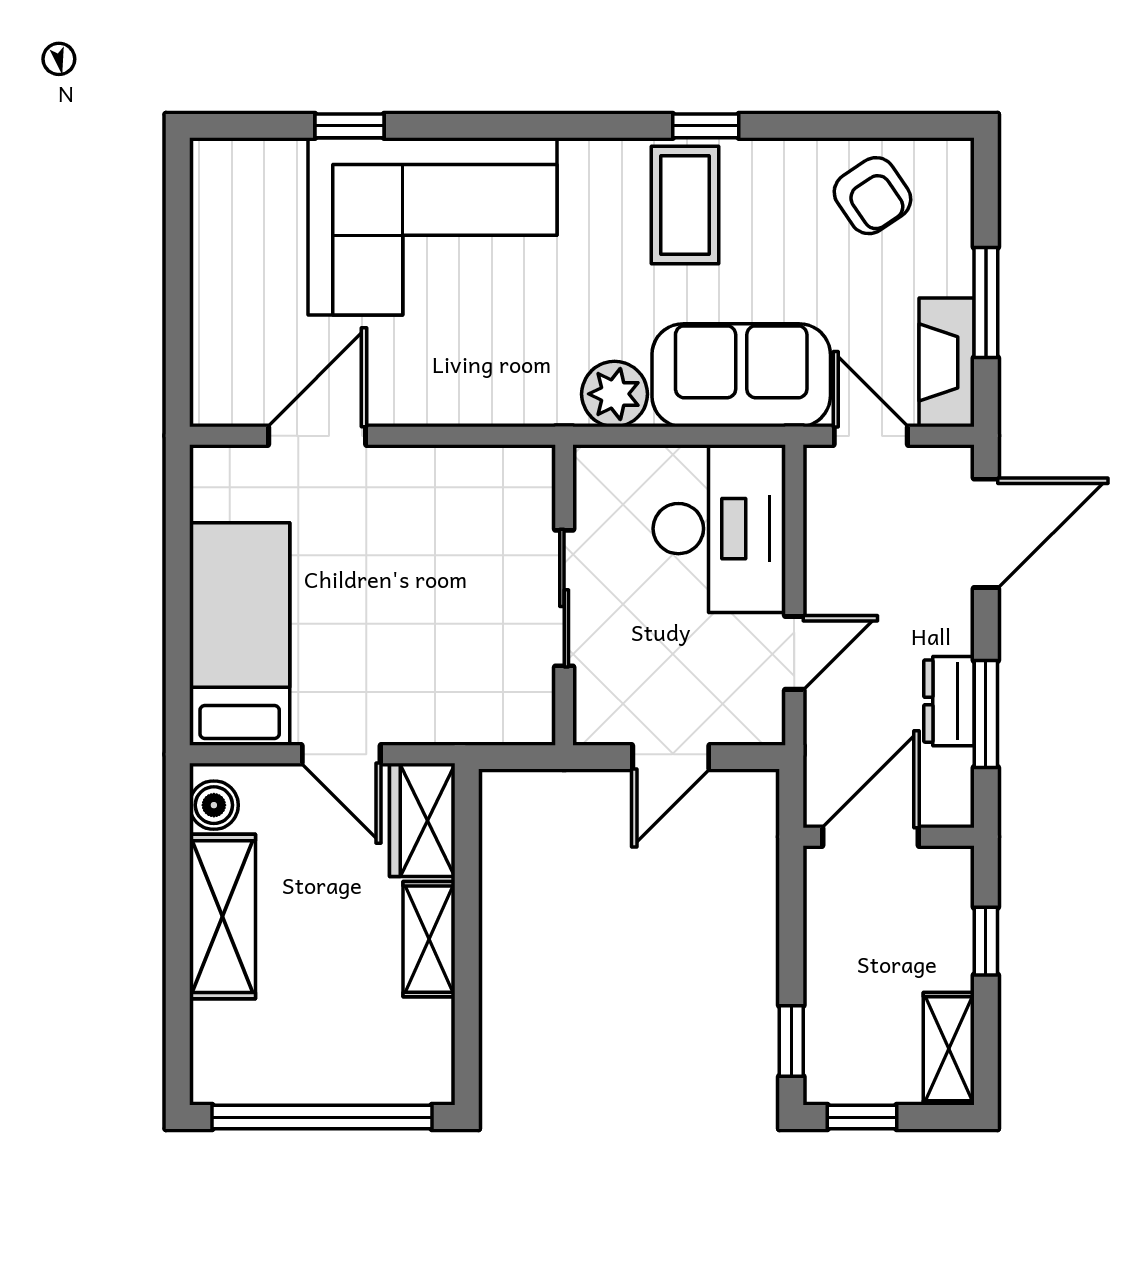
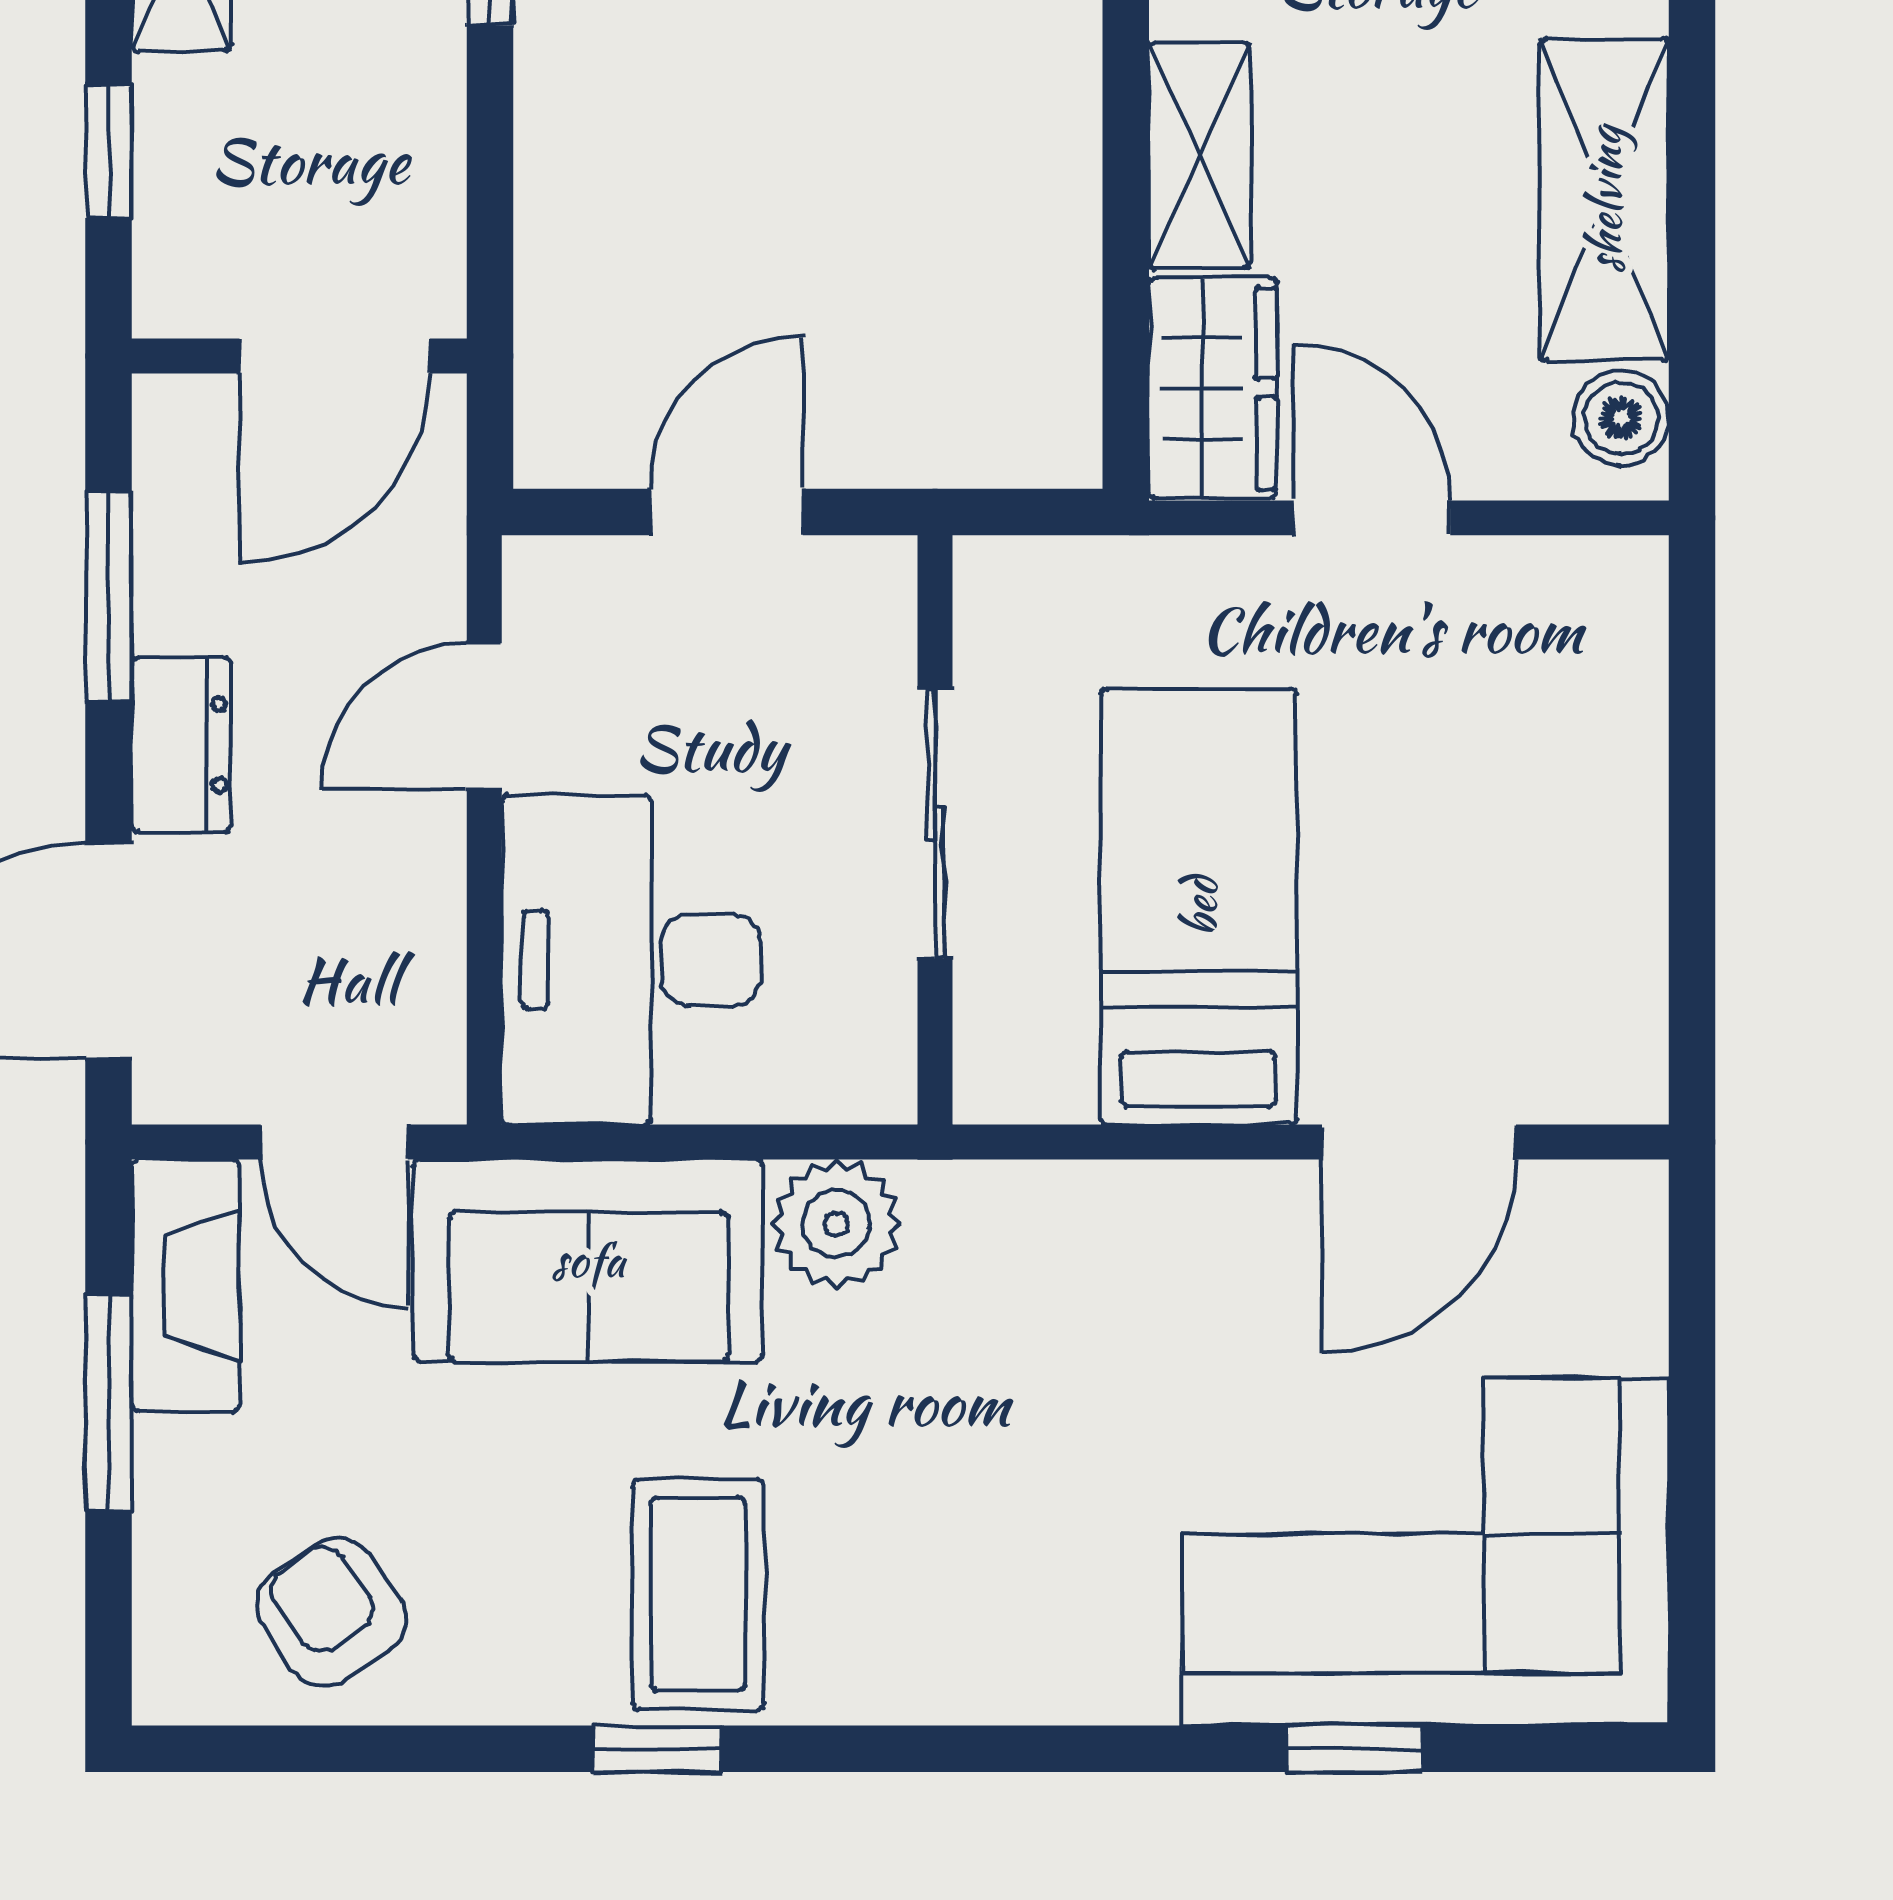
corner sofa: (432, 226) -> (1425, 1552), moved
bed: (240, 634) -> (1199, 907), moved, turned 180
dresser: (949, 701) -> (181, 744), moved

